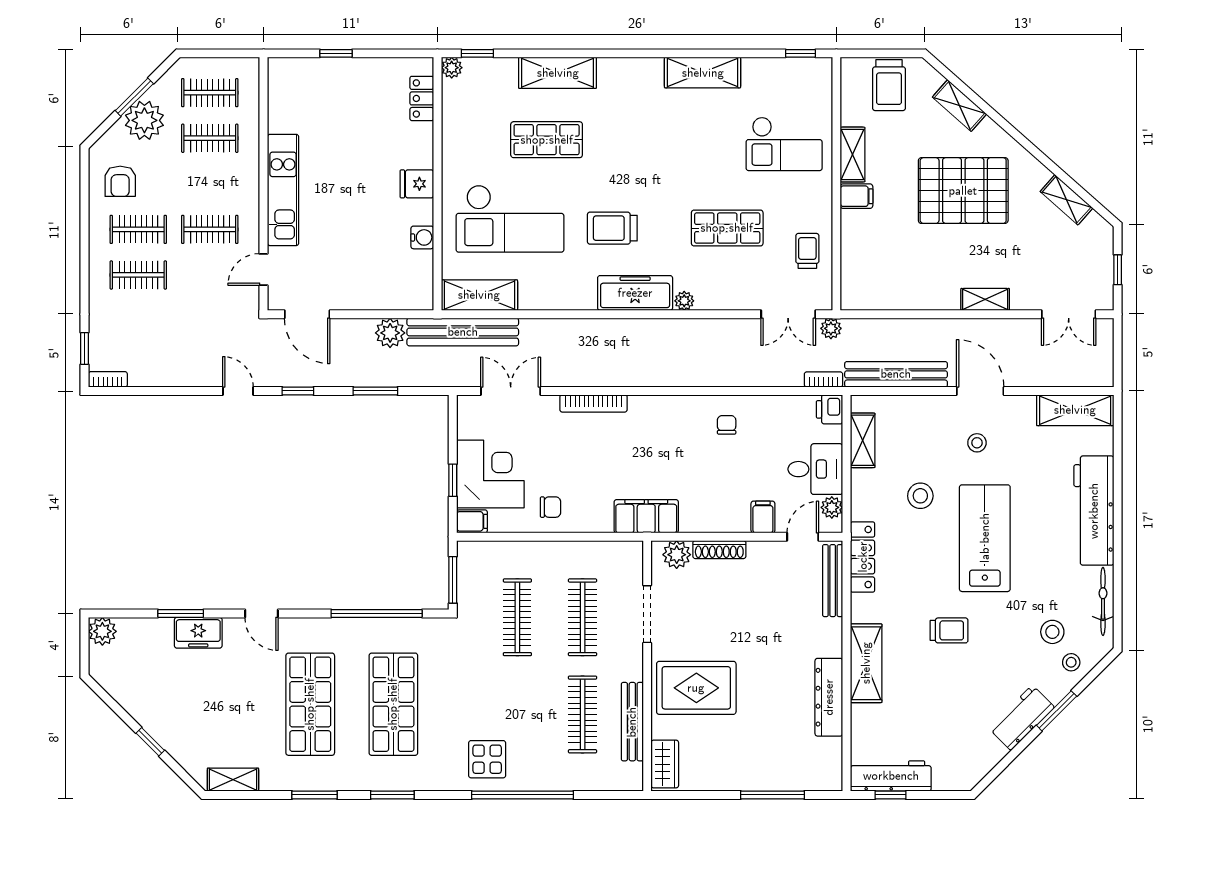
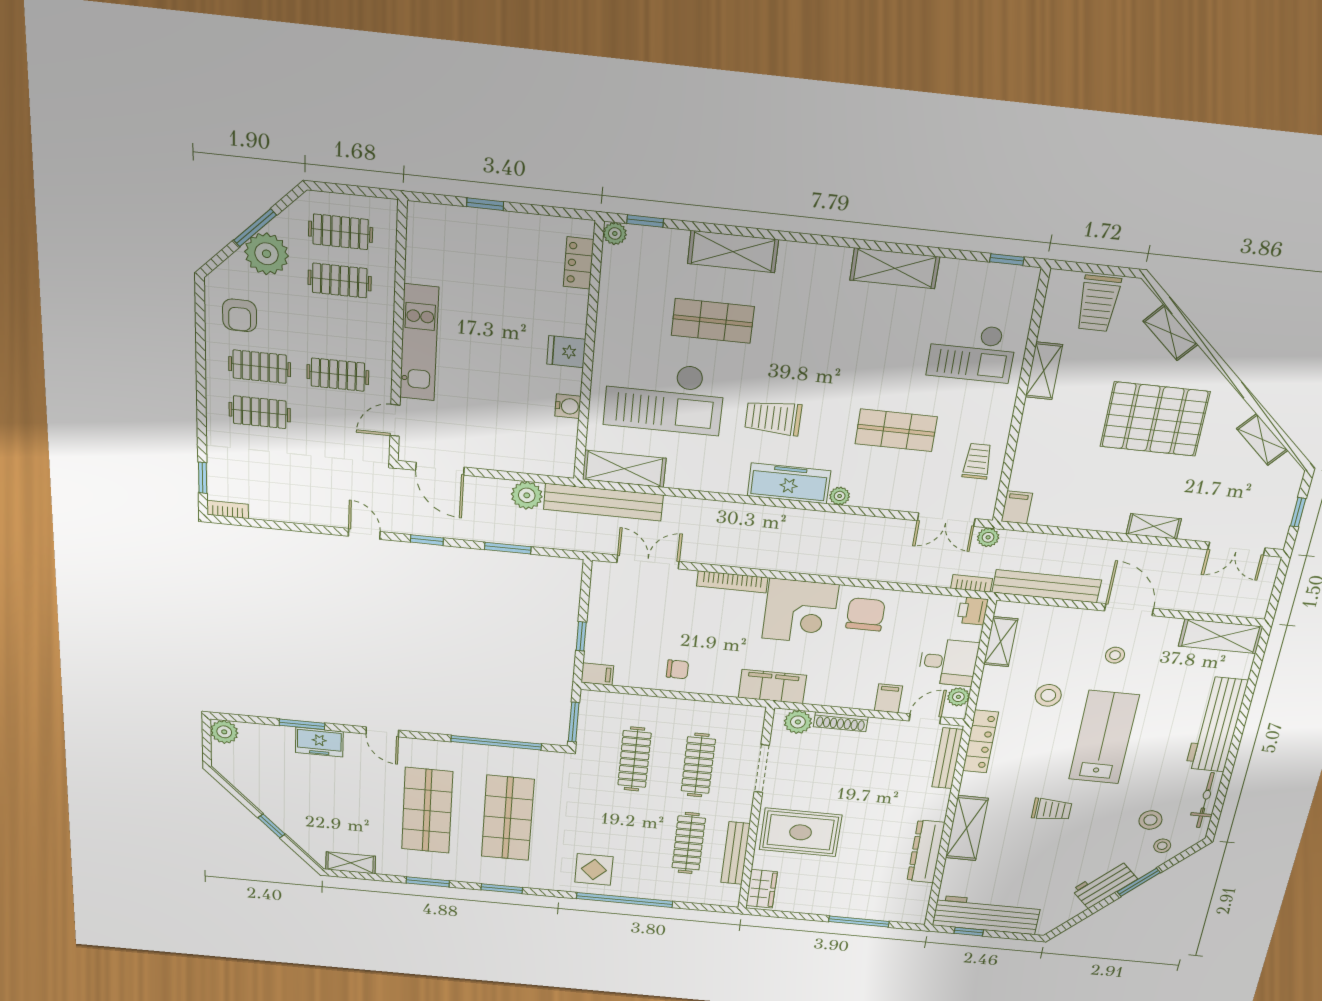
filing cabinet: (856, 196) -> (1017, 507), moved, turned -90
chair: (727, 425) -> (865, 614), width x1.87, depth x1.87
corner desk: (490, 474) -> (800, 611), moved, turned 90
workbench: (891, 776) -> (986, 915), width x1.36, depth x1.32

